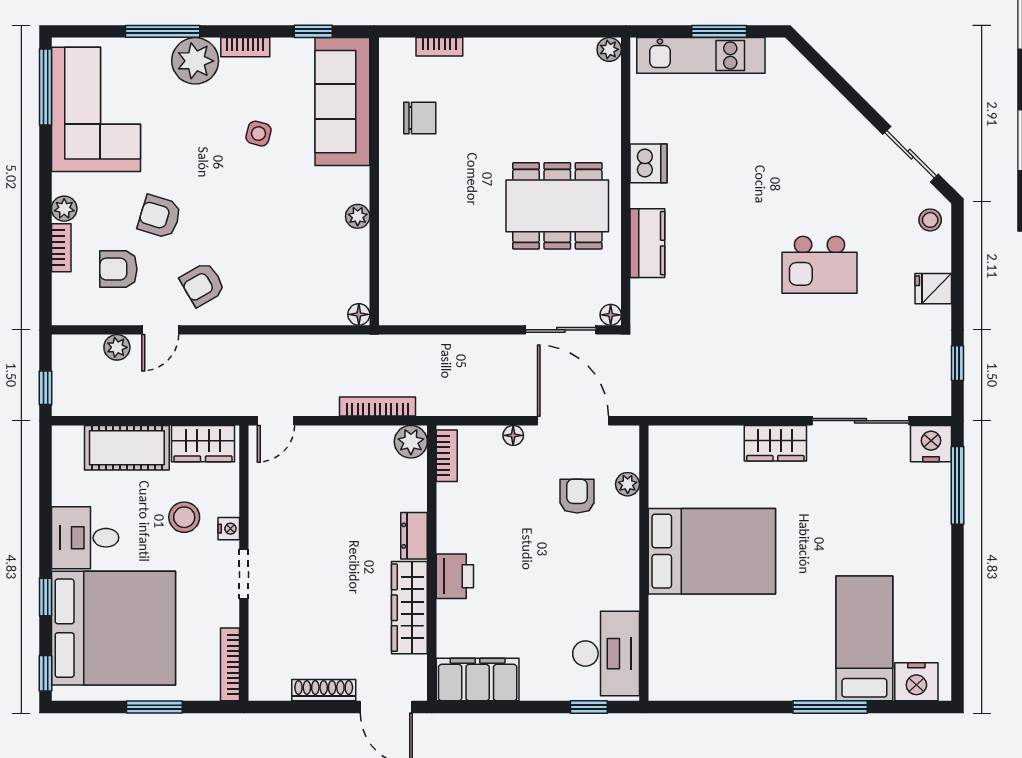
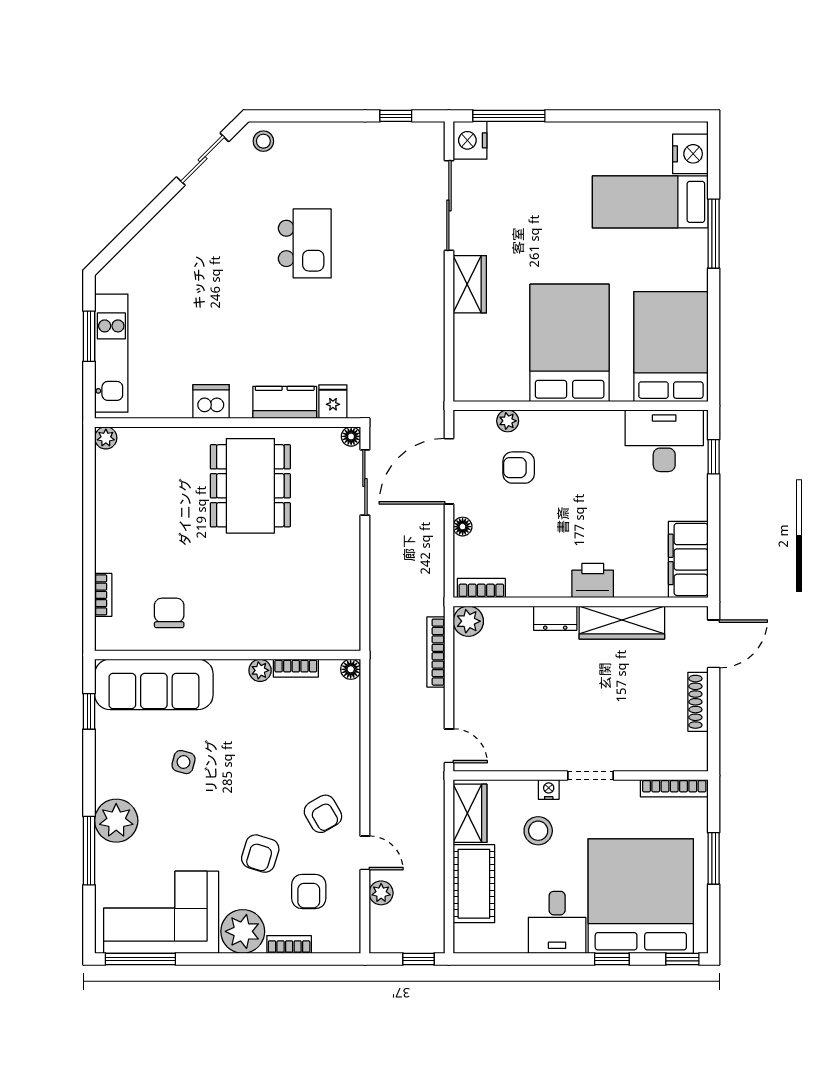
bookcase: (245, 47) -> (296, 668), moved, turned 90
plant: (64, 209) -> (243, 931), width x1.88, depth x1.88
fridge: (933, 289) -> (333, 402), moved, turned 180
bed: (708, 661) -> (671, 347), added

